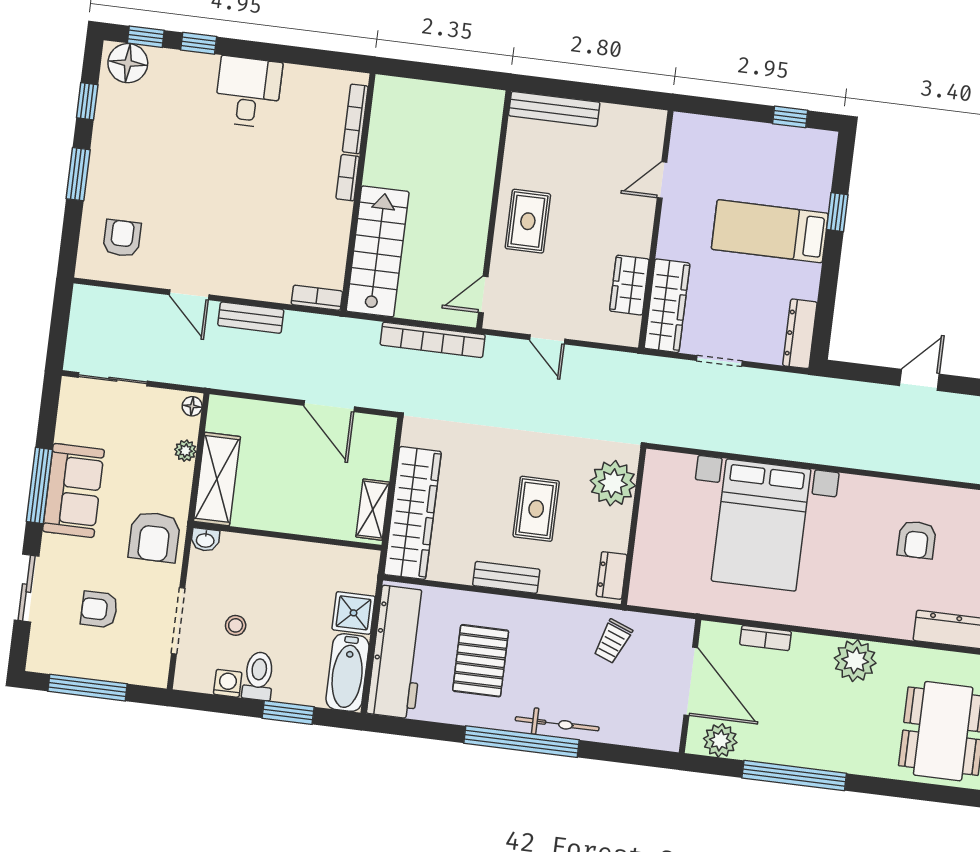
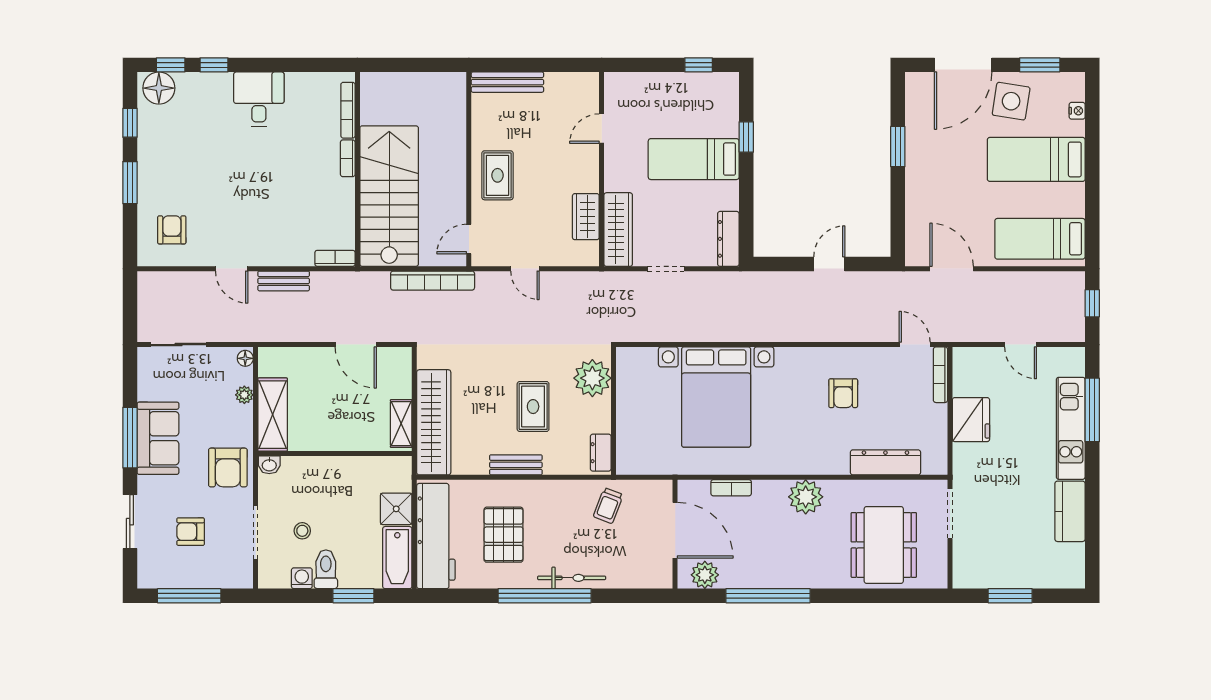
stairs: (378, 251) -> (389, 196), width x1.36, depth x1.51

